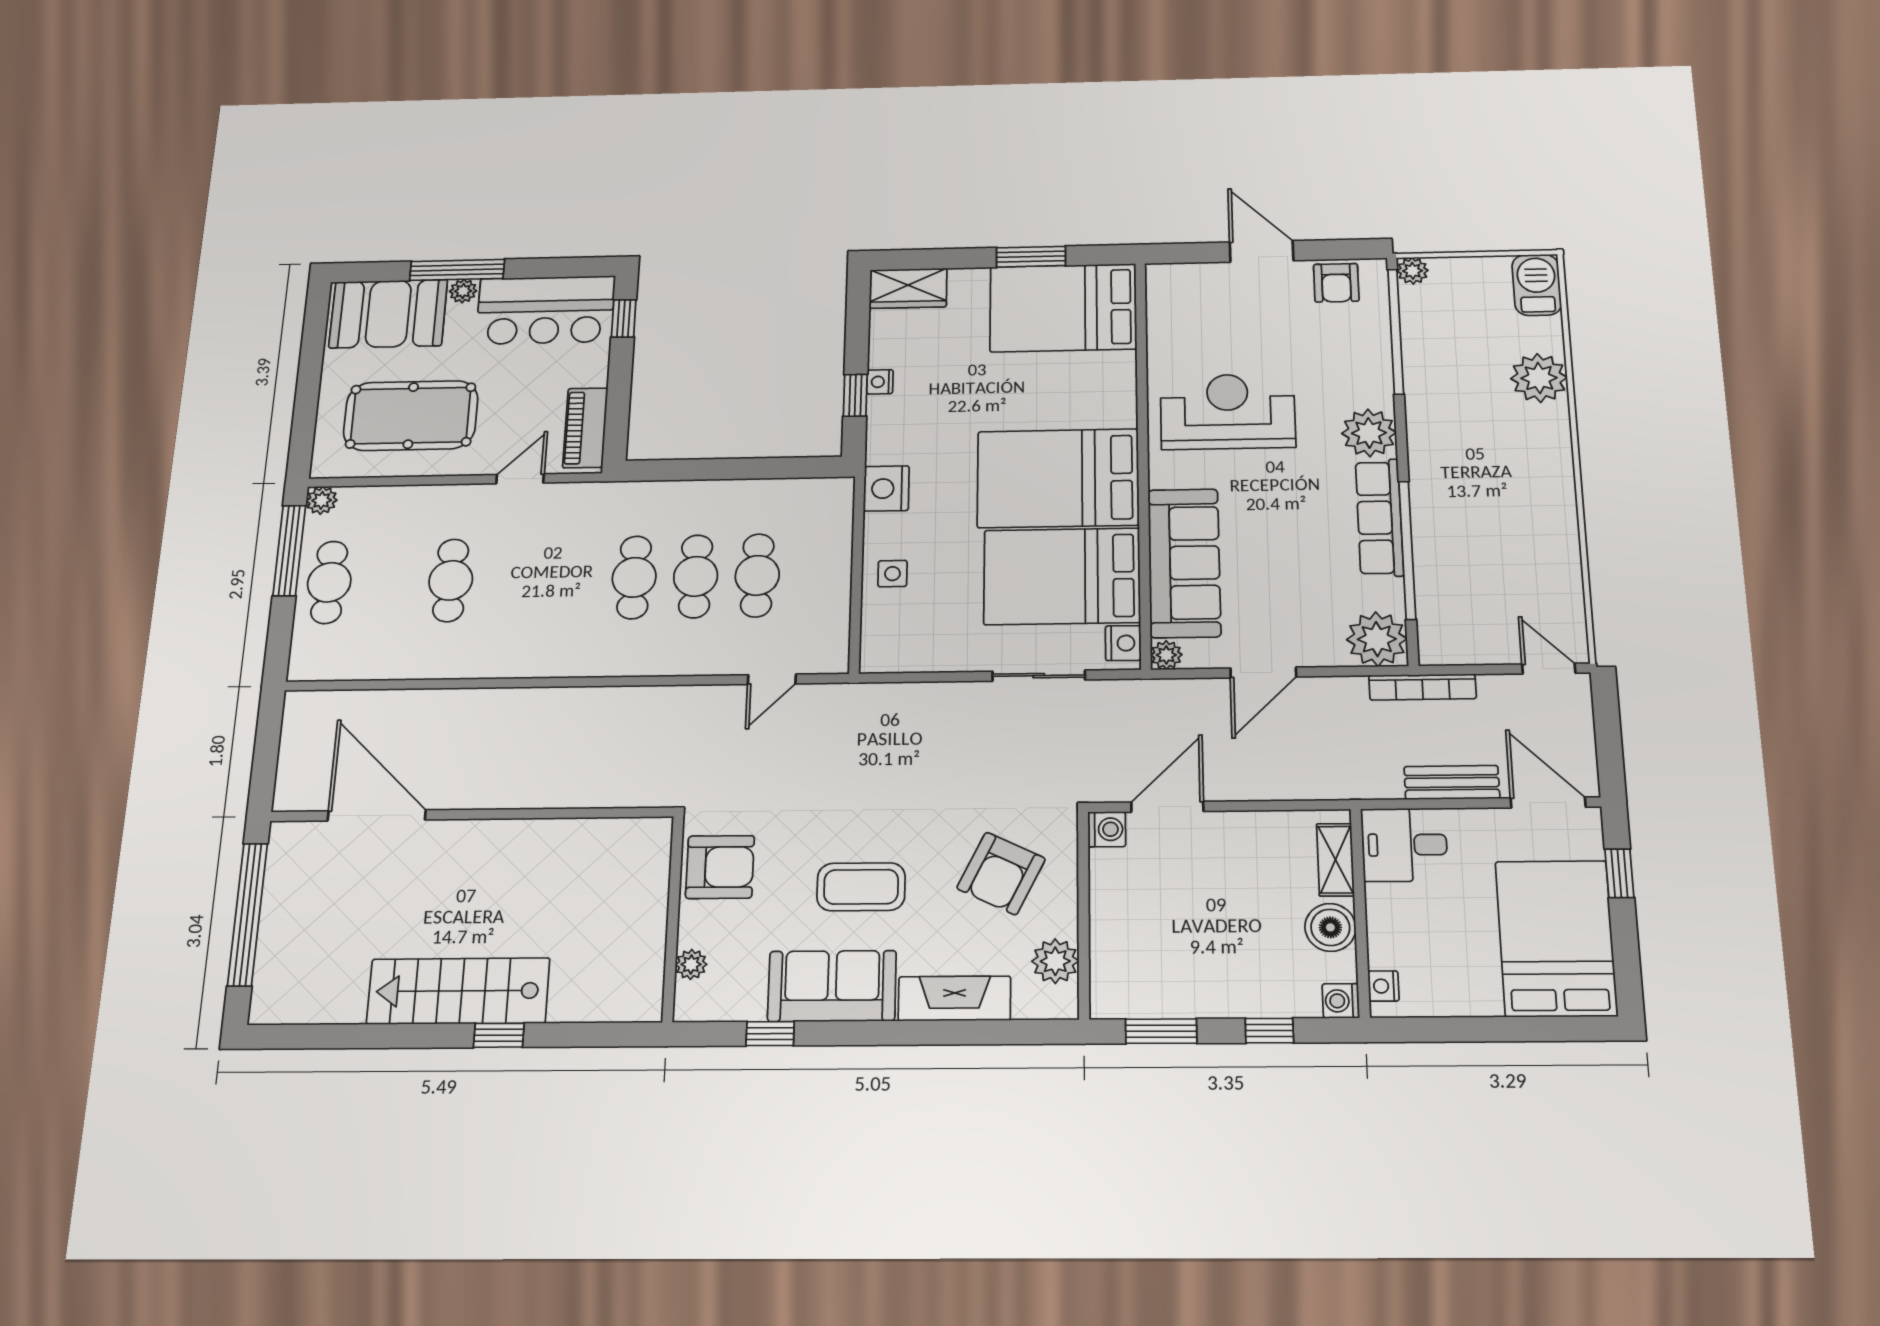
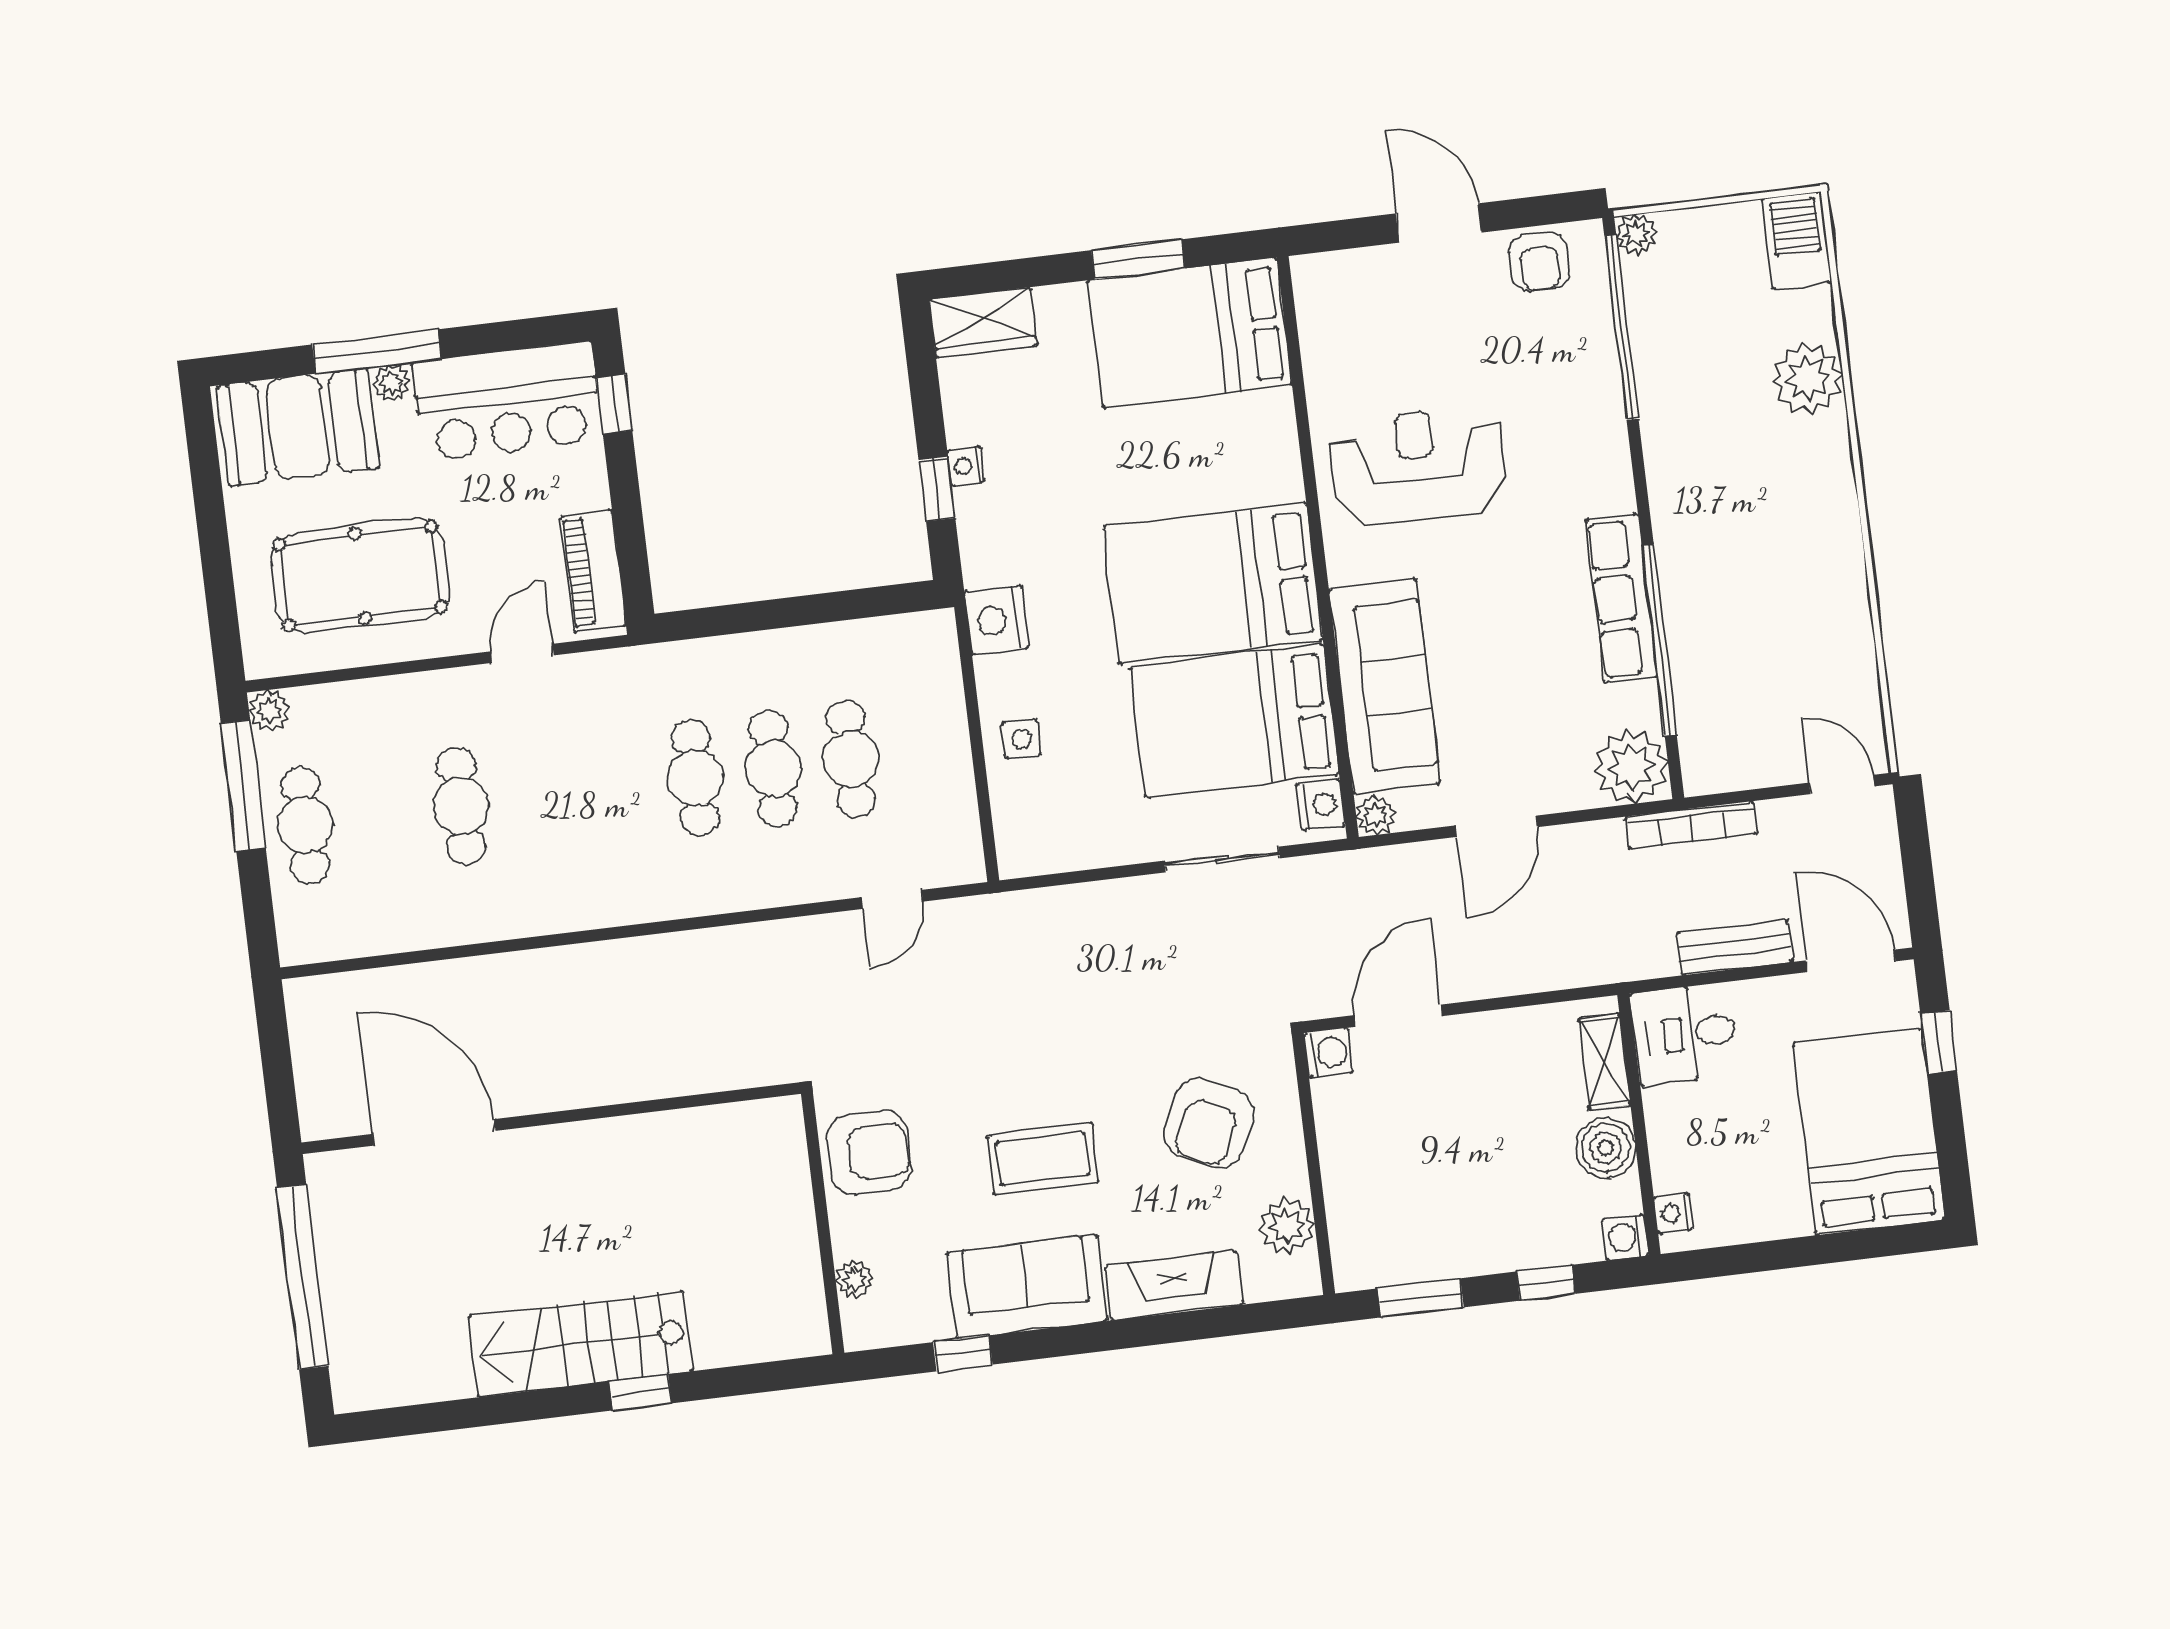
plant: (1369, 433) -> (1599, 479), removed

